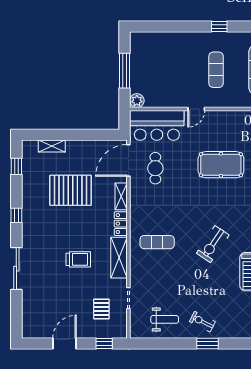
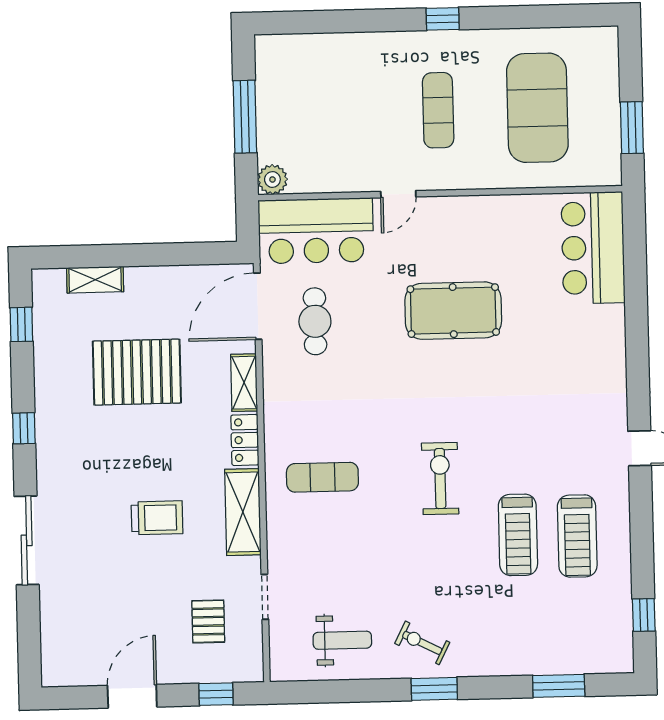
exercise bike: (213, 244) -> (440, 479), turned 146

